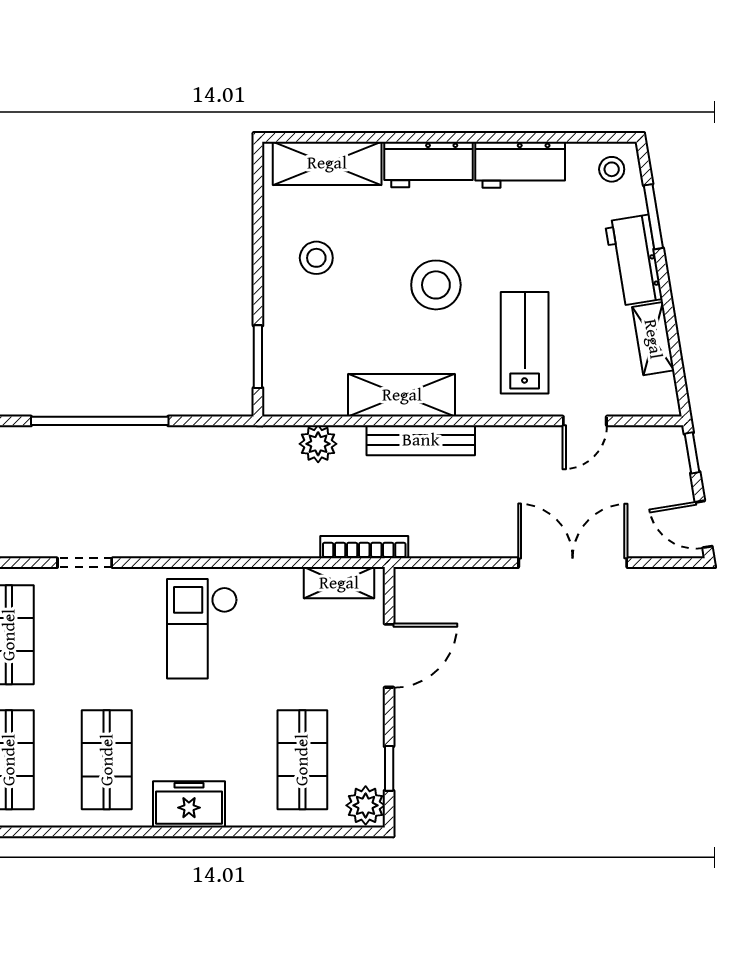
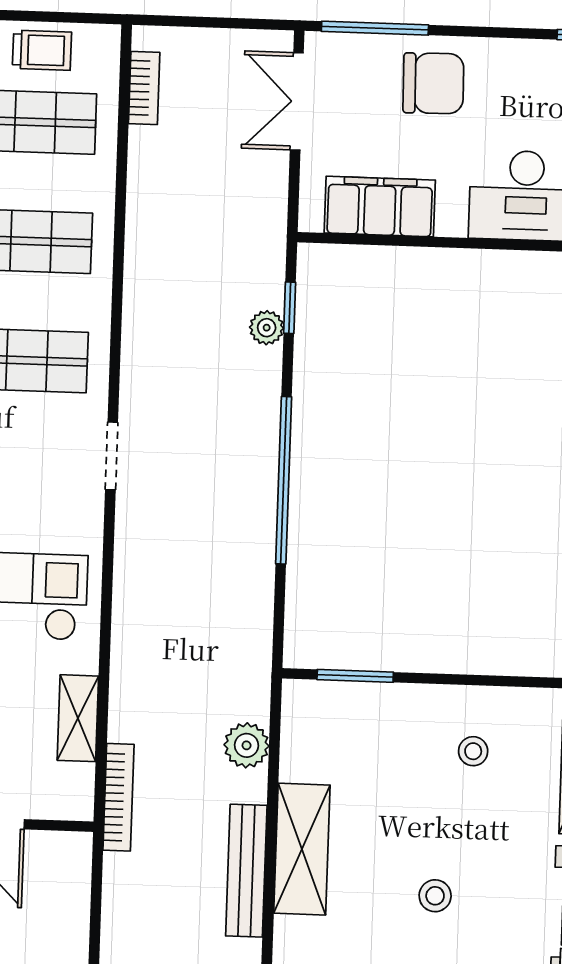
stool: (316, 258) -> (473, 751), width x0.73, depth x0.73
stool: (436, 285) -> (435, 896), width x0.53, depth x0.53
shelving: (339, 583) -> (78, 718), moved

